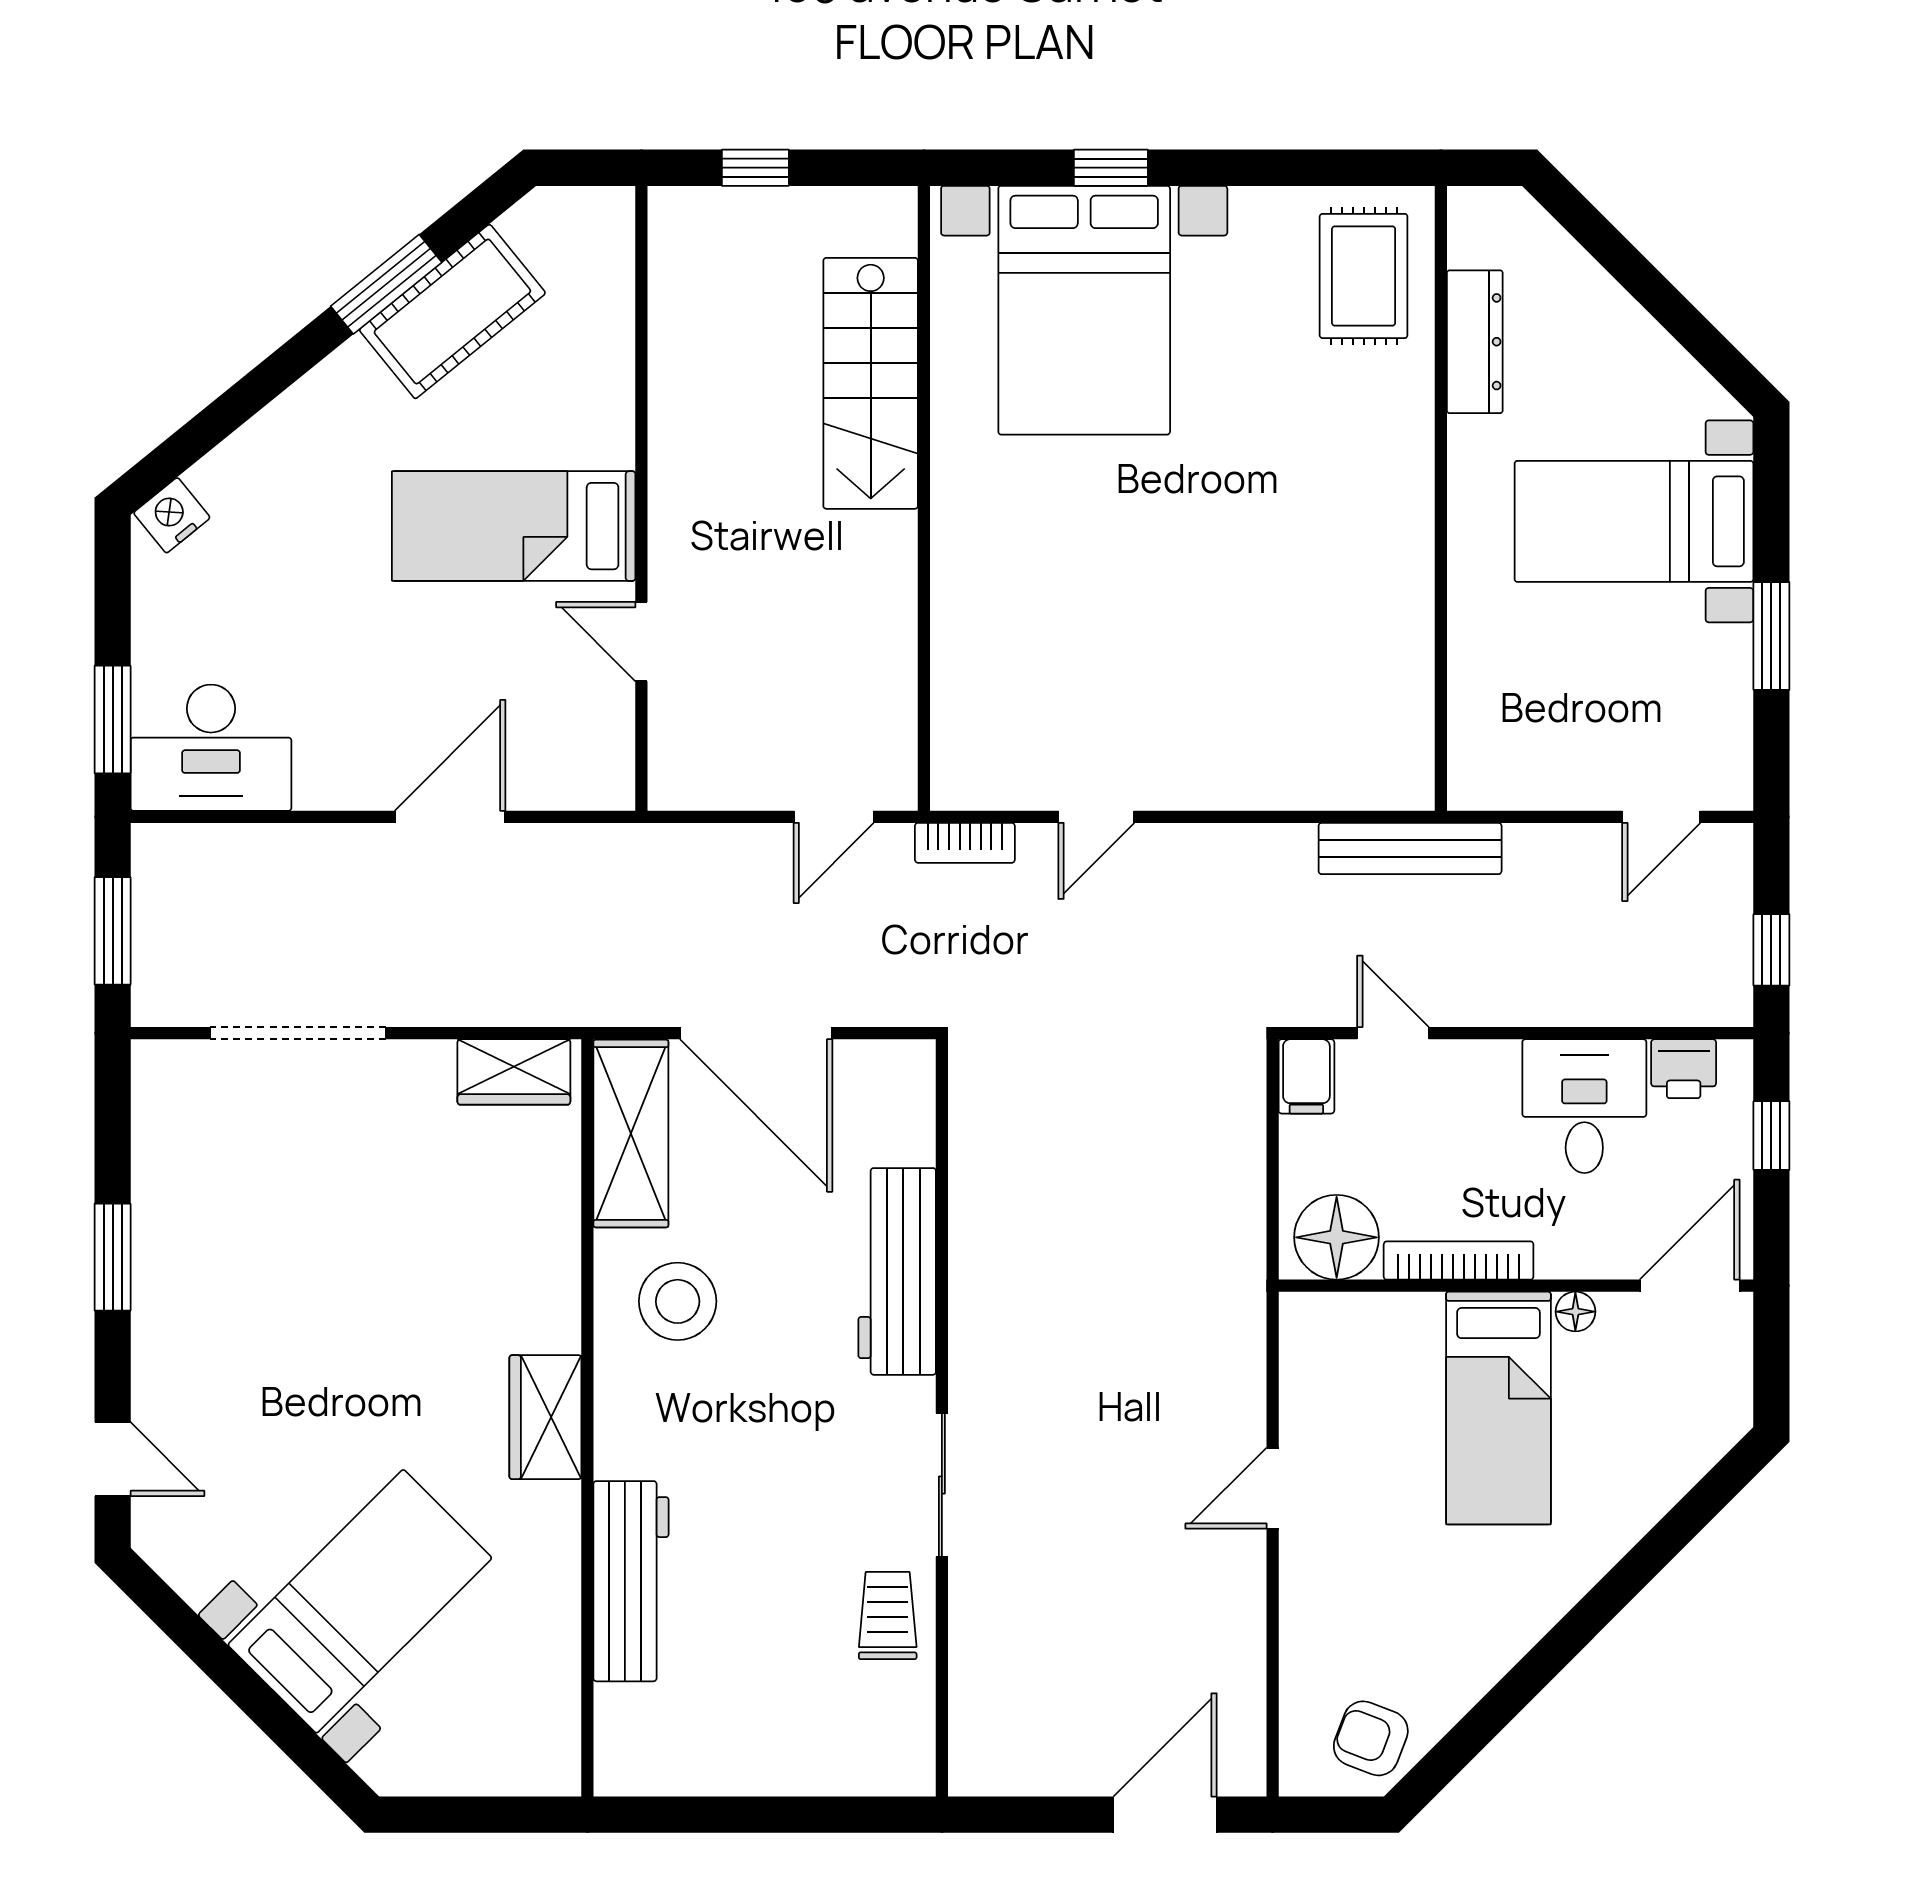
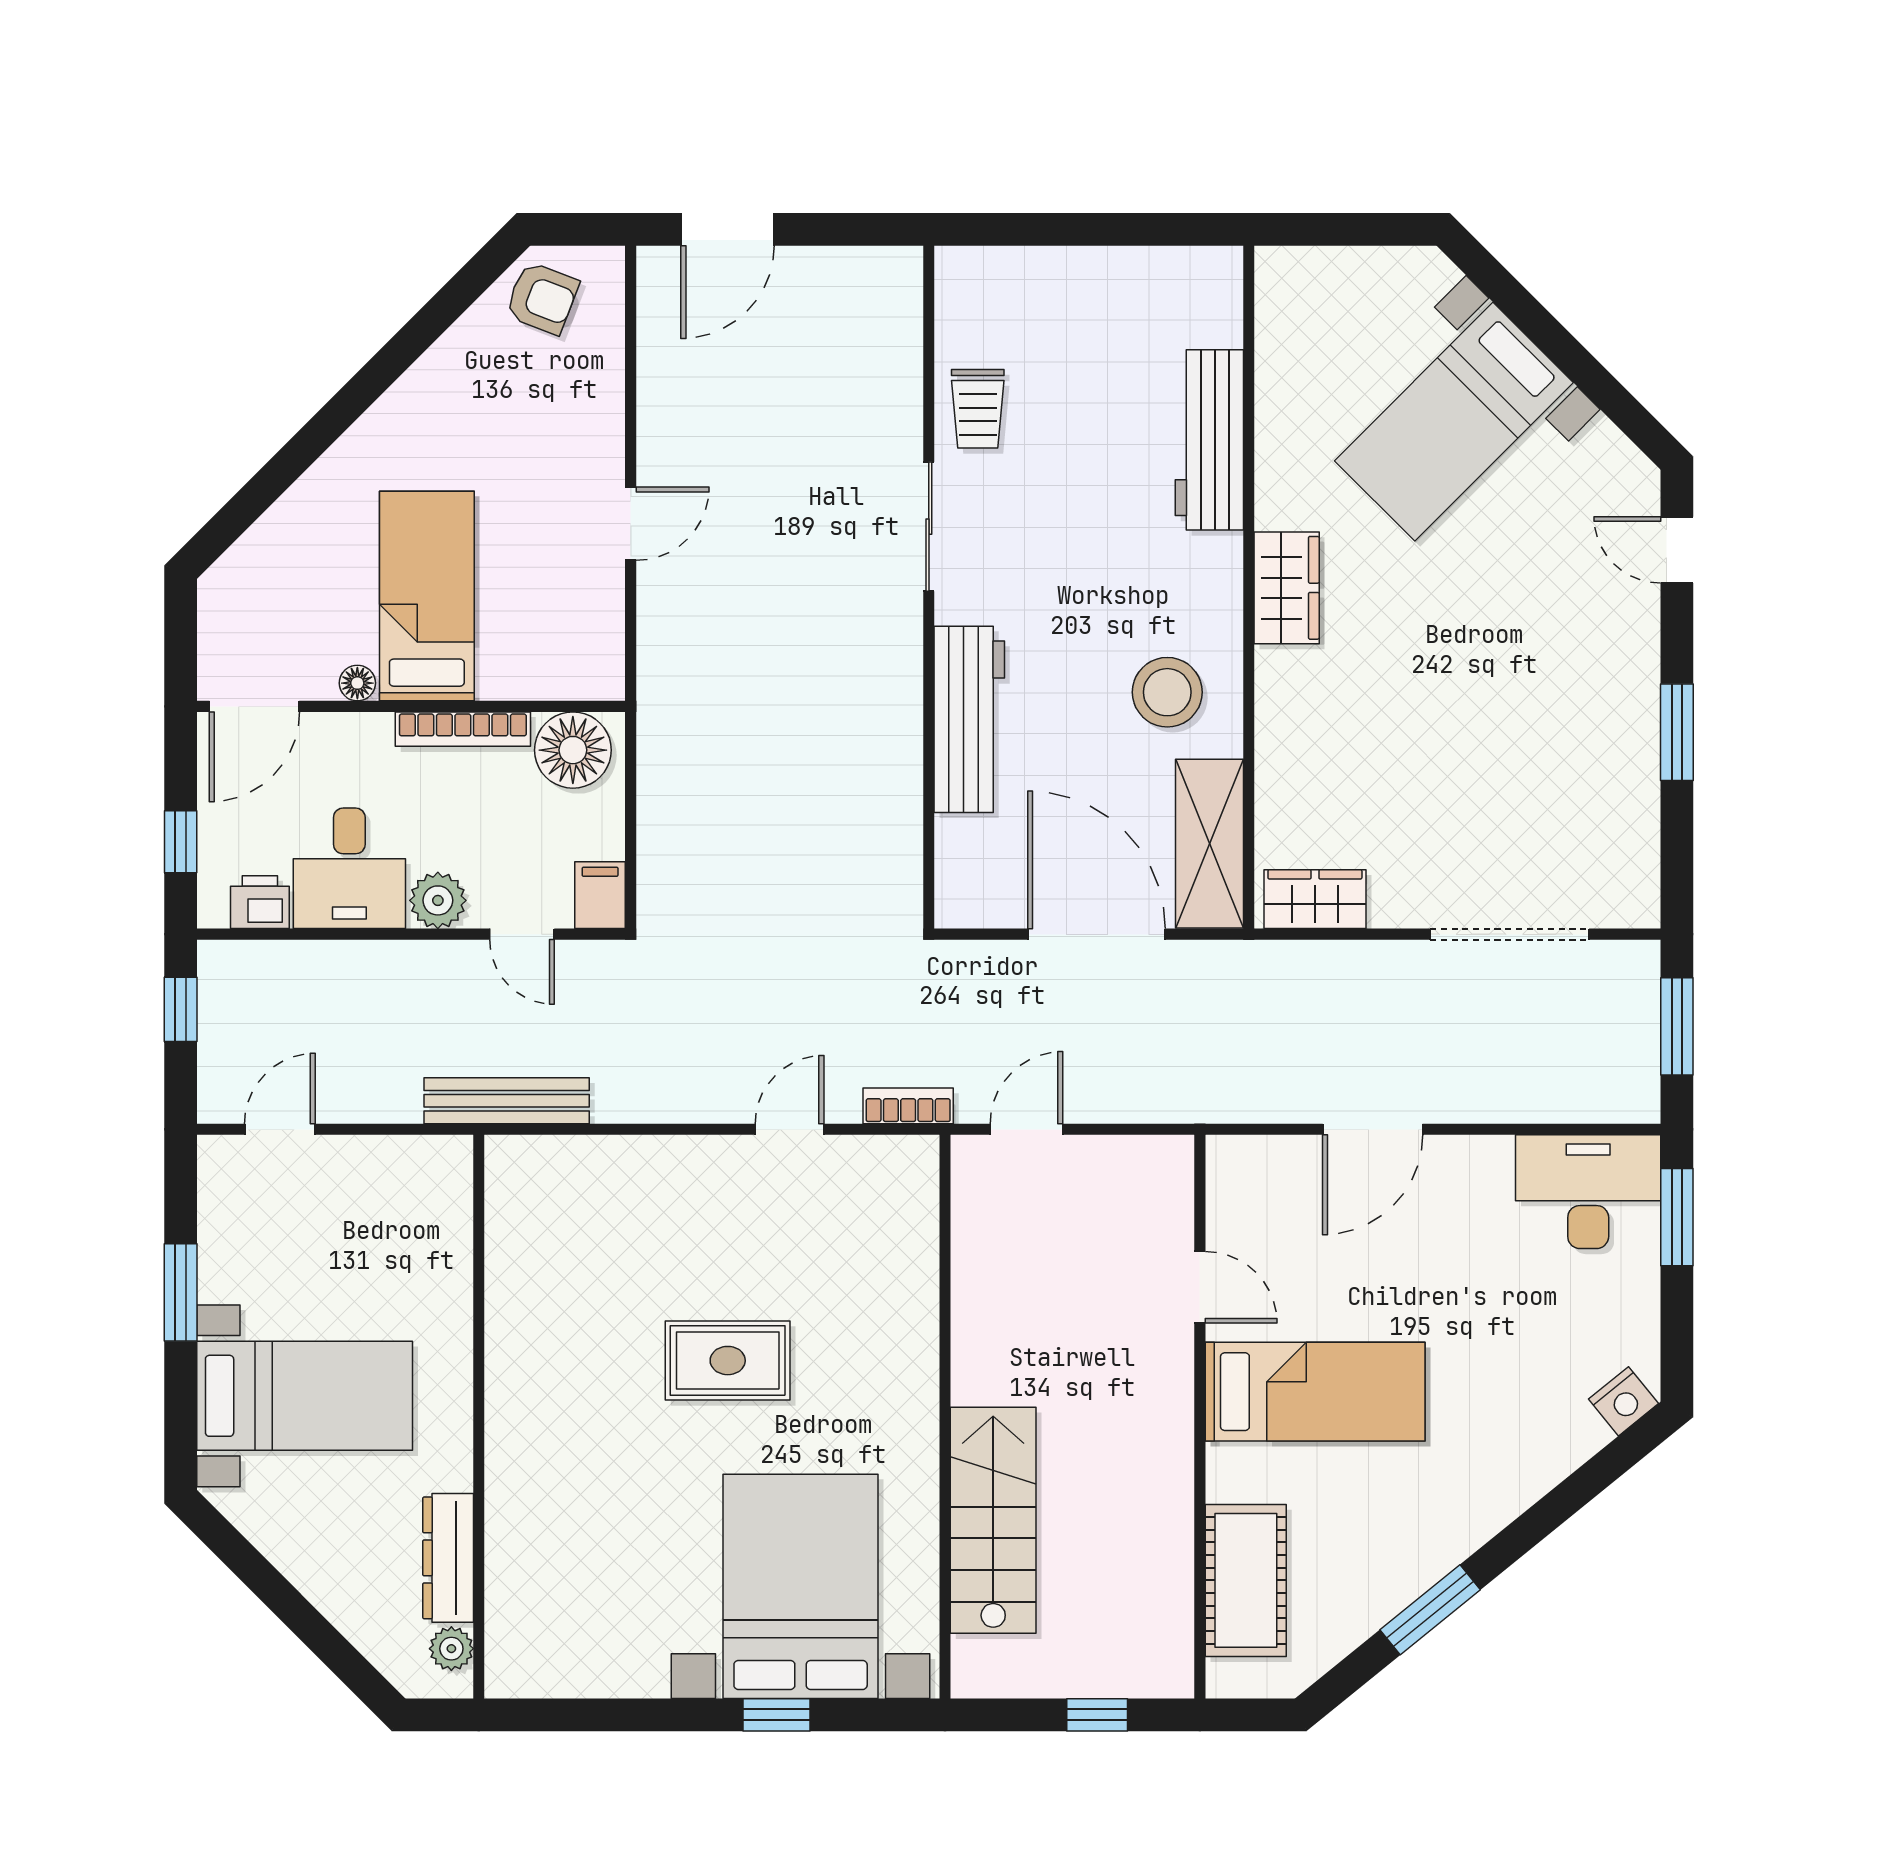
plant: (1471, 241) -> (451, 1649), added
rug: (1364, 276) -> (728, 1361), moved, turned 90
cot: (452, 312) -> (1246, 1580), moved, turned -51
plant: (1486, 1071) -> (438, 900), added

